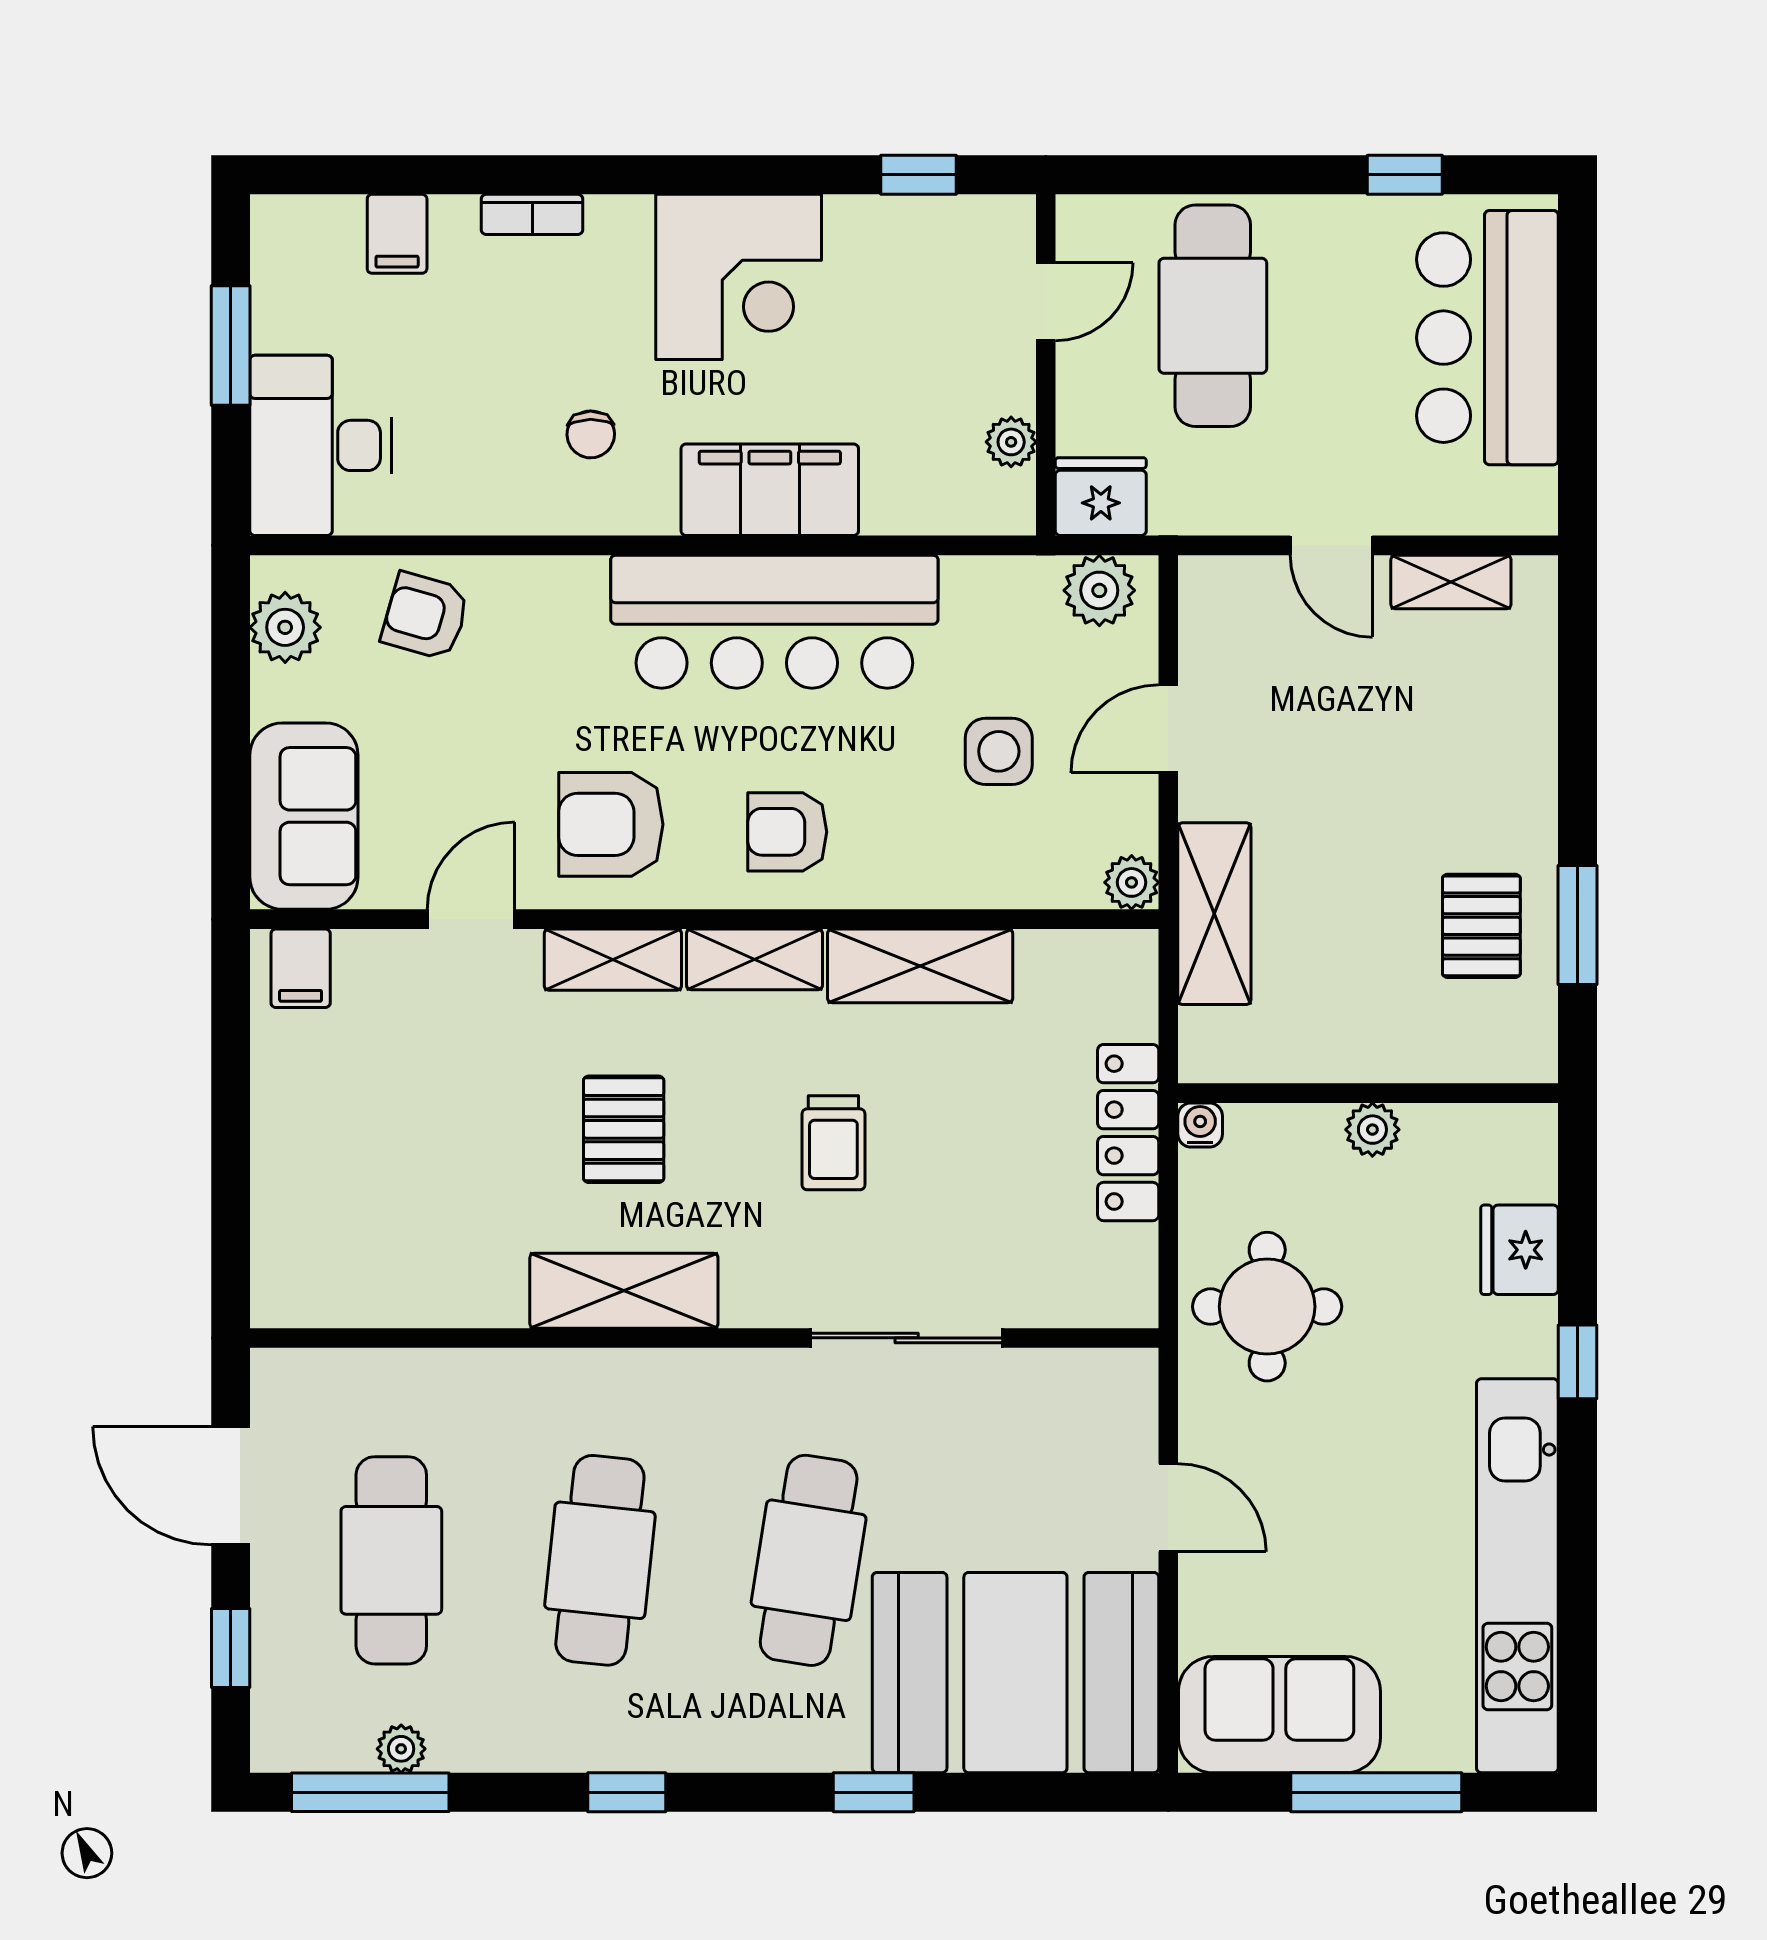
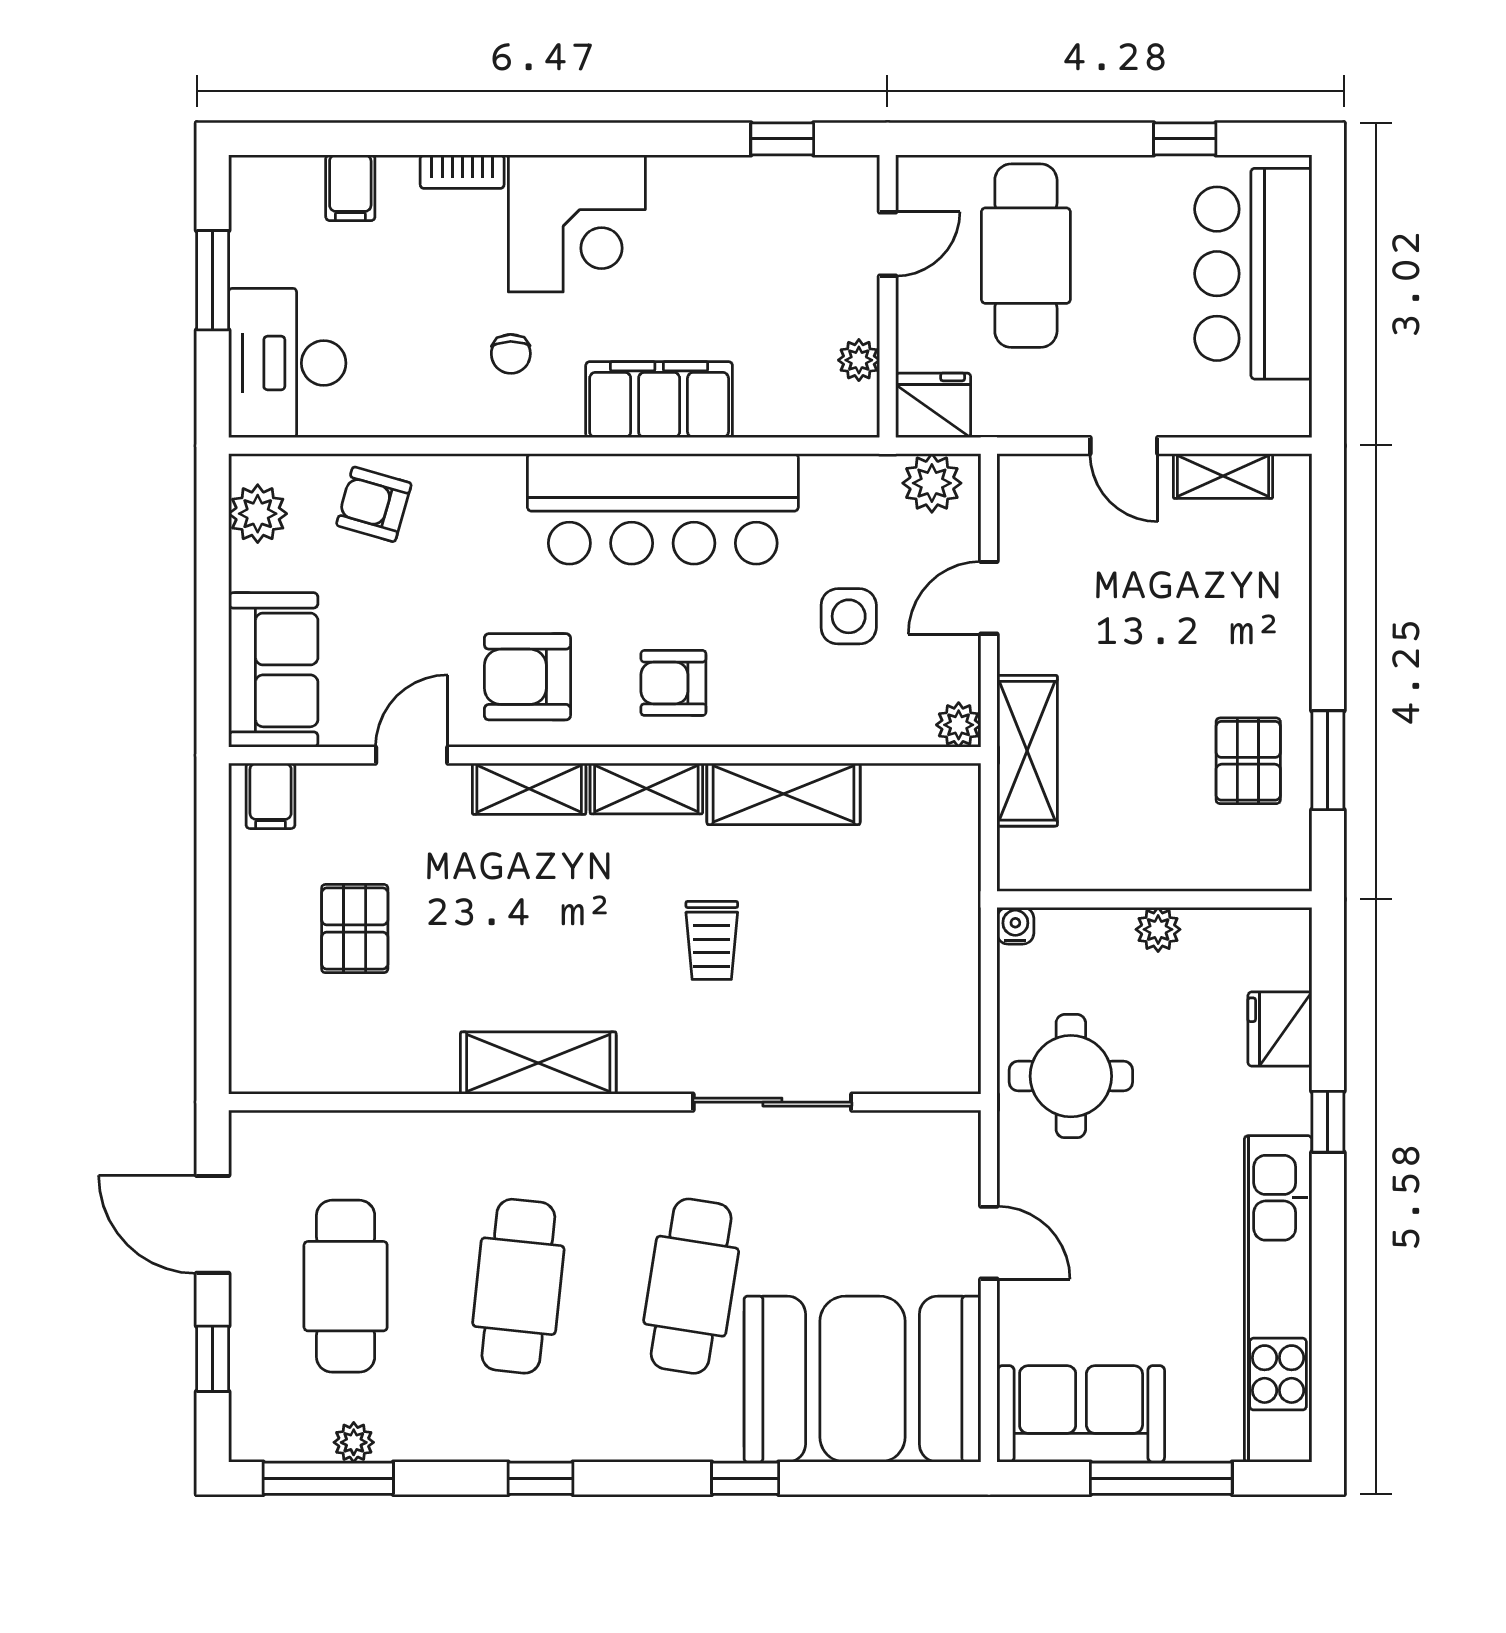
corner desk: (739, 277) -> (577, 223), moved
pallet: (624, 1129) -> (355, 929), moved
locker: (1128, 1133) -> (956, 932), removed

